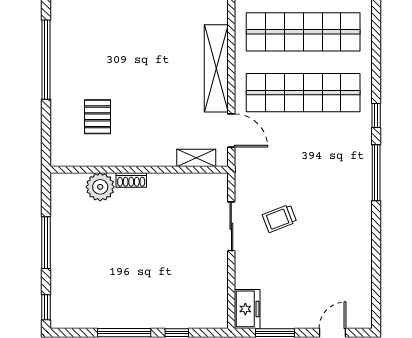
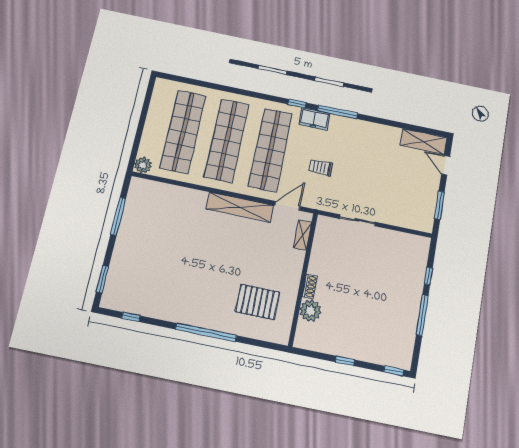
pallet: (98, 117) -> (257, 302), width x1.50, depth x1.42
trolley: (280, 218) -> (321, 167), moved, turned 111
window: (46, 243) -> (345, 361), width x0.46
shelving: (360, 297) -> (424, 141), added
freezer: (247, 309) -> (314, 119), moved, turned 180

